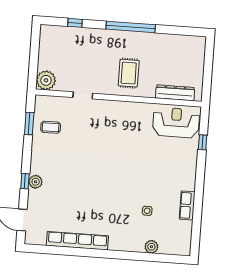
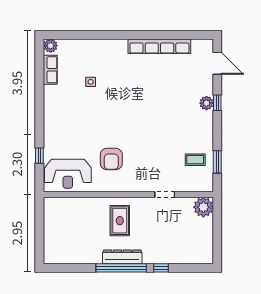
window: (75, 23) -> (161, 268), moved
dresser: (175, 93) -> (122, 257), moved, turned 180
armchair: (133, 134) -> (111, 159), added
row of seats: (187, 206) -> (50, 70), moved
plant: (151, 247) -> (51, 46), moved

